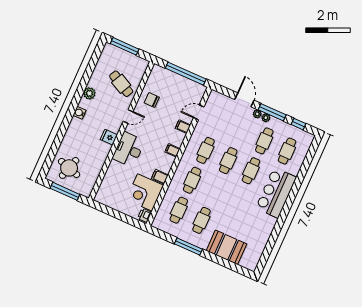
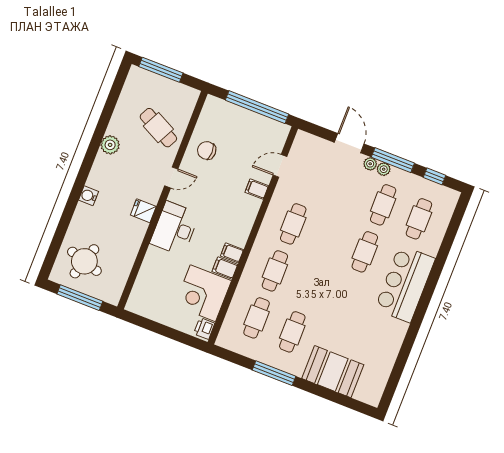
water cooler: (80, 113) -> (88, 196), moved
filing cabinet: (172, 150) -> (232, 253), moved
cafe table: (228, 161) -> (329, 238), removed

